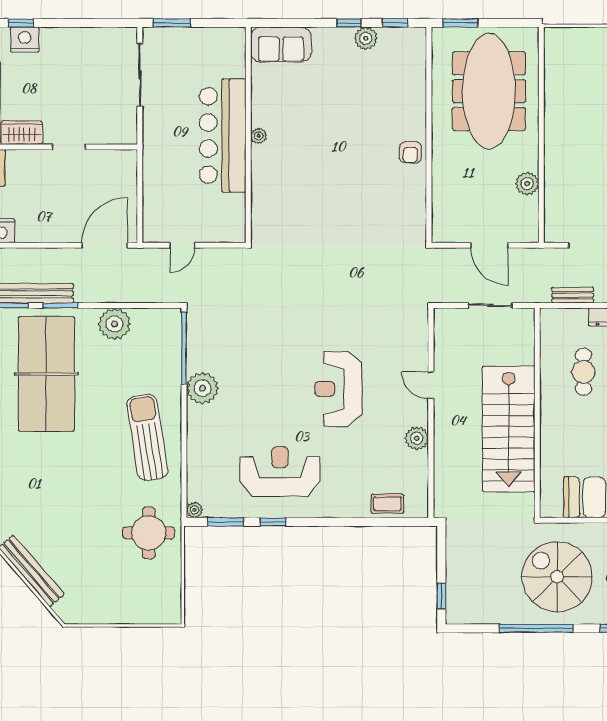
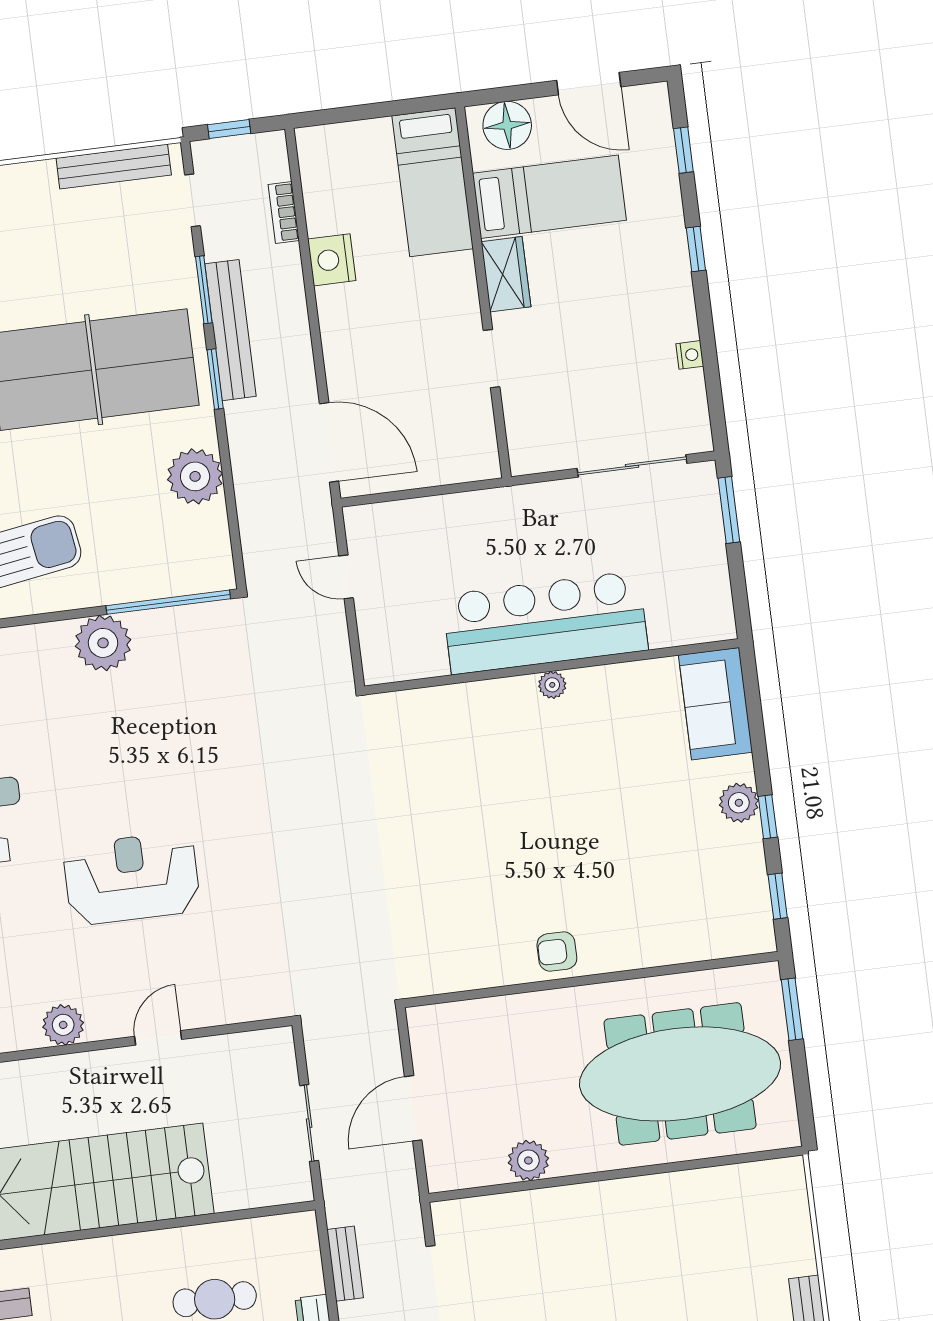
plant: (366, 38) -> (739, 803), moved
nightstand: (25, 40) -> (690, 355), moved, width x0.53, depth x0.56

